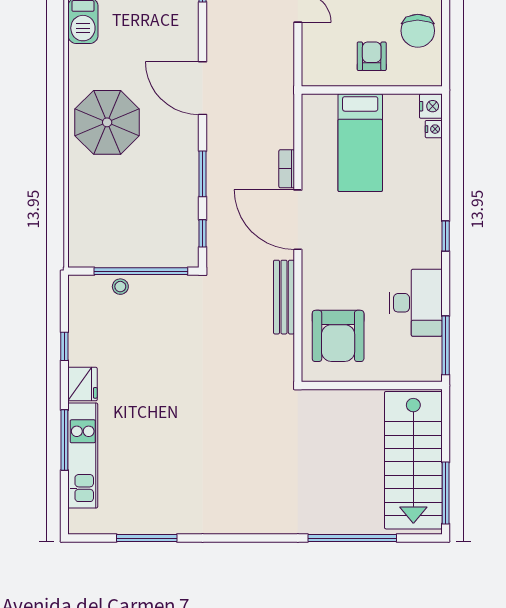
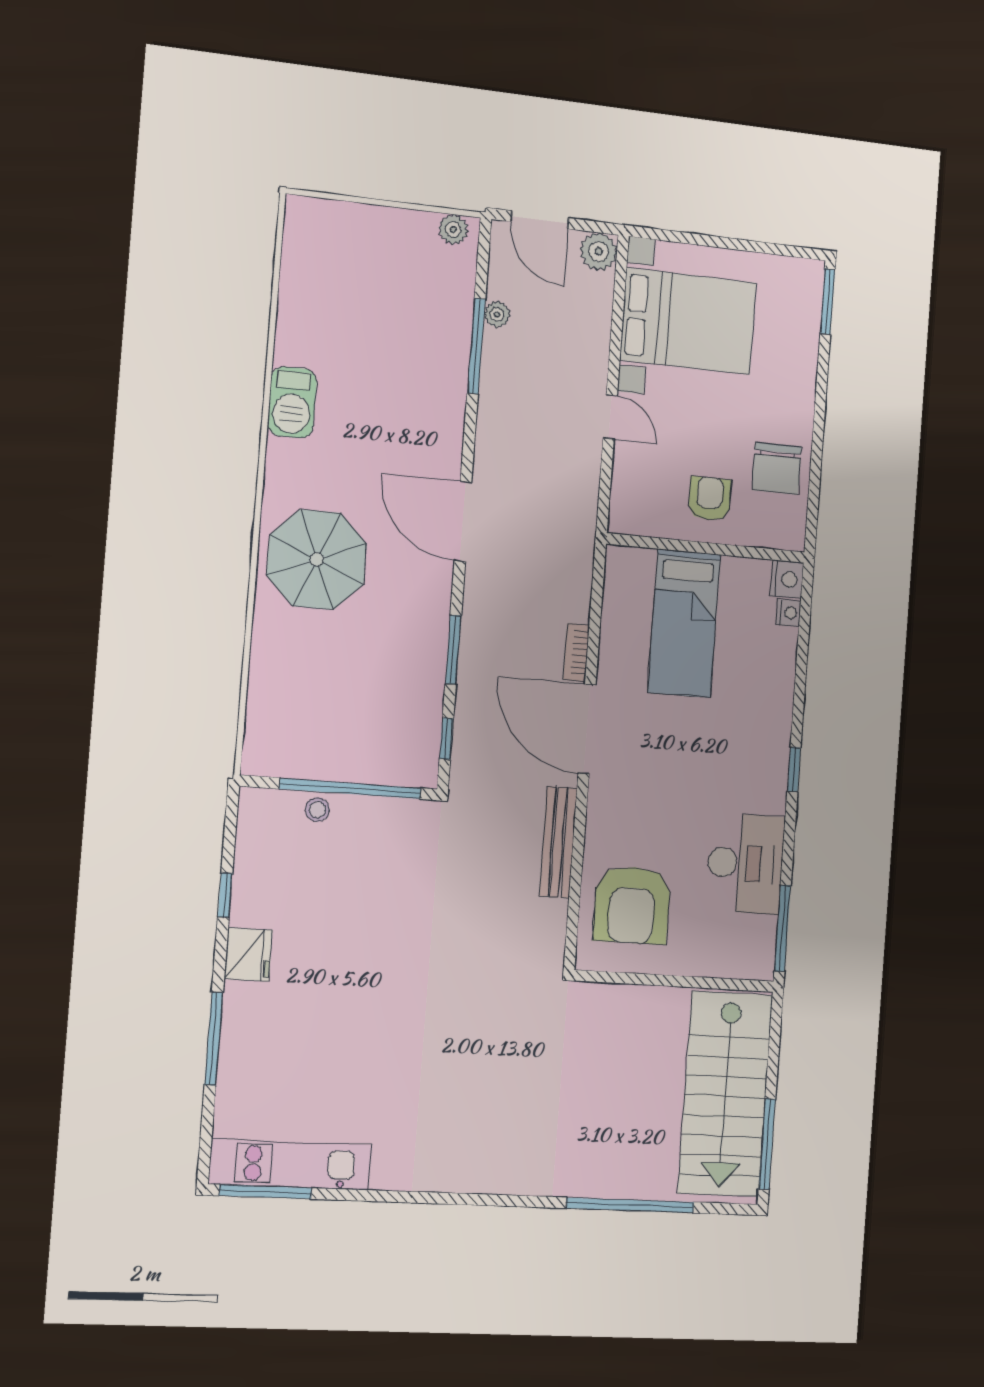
kitchen unit: (83, 455) -> (290, 1165), moved, turned -90
window: (147, 538) -> (265, 1192), moved

